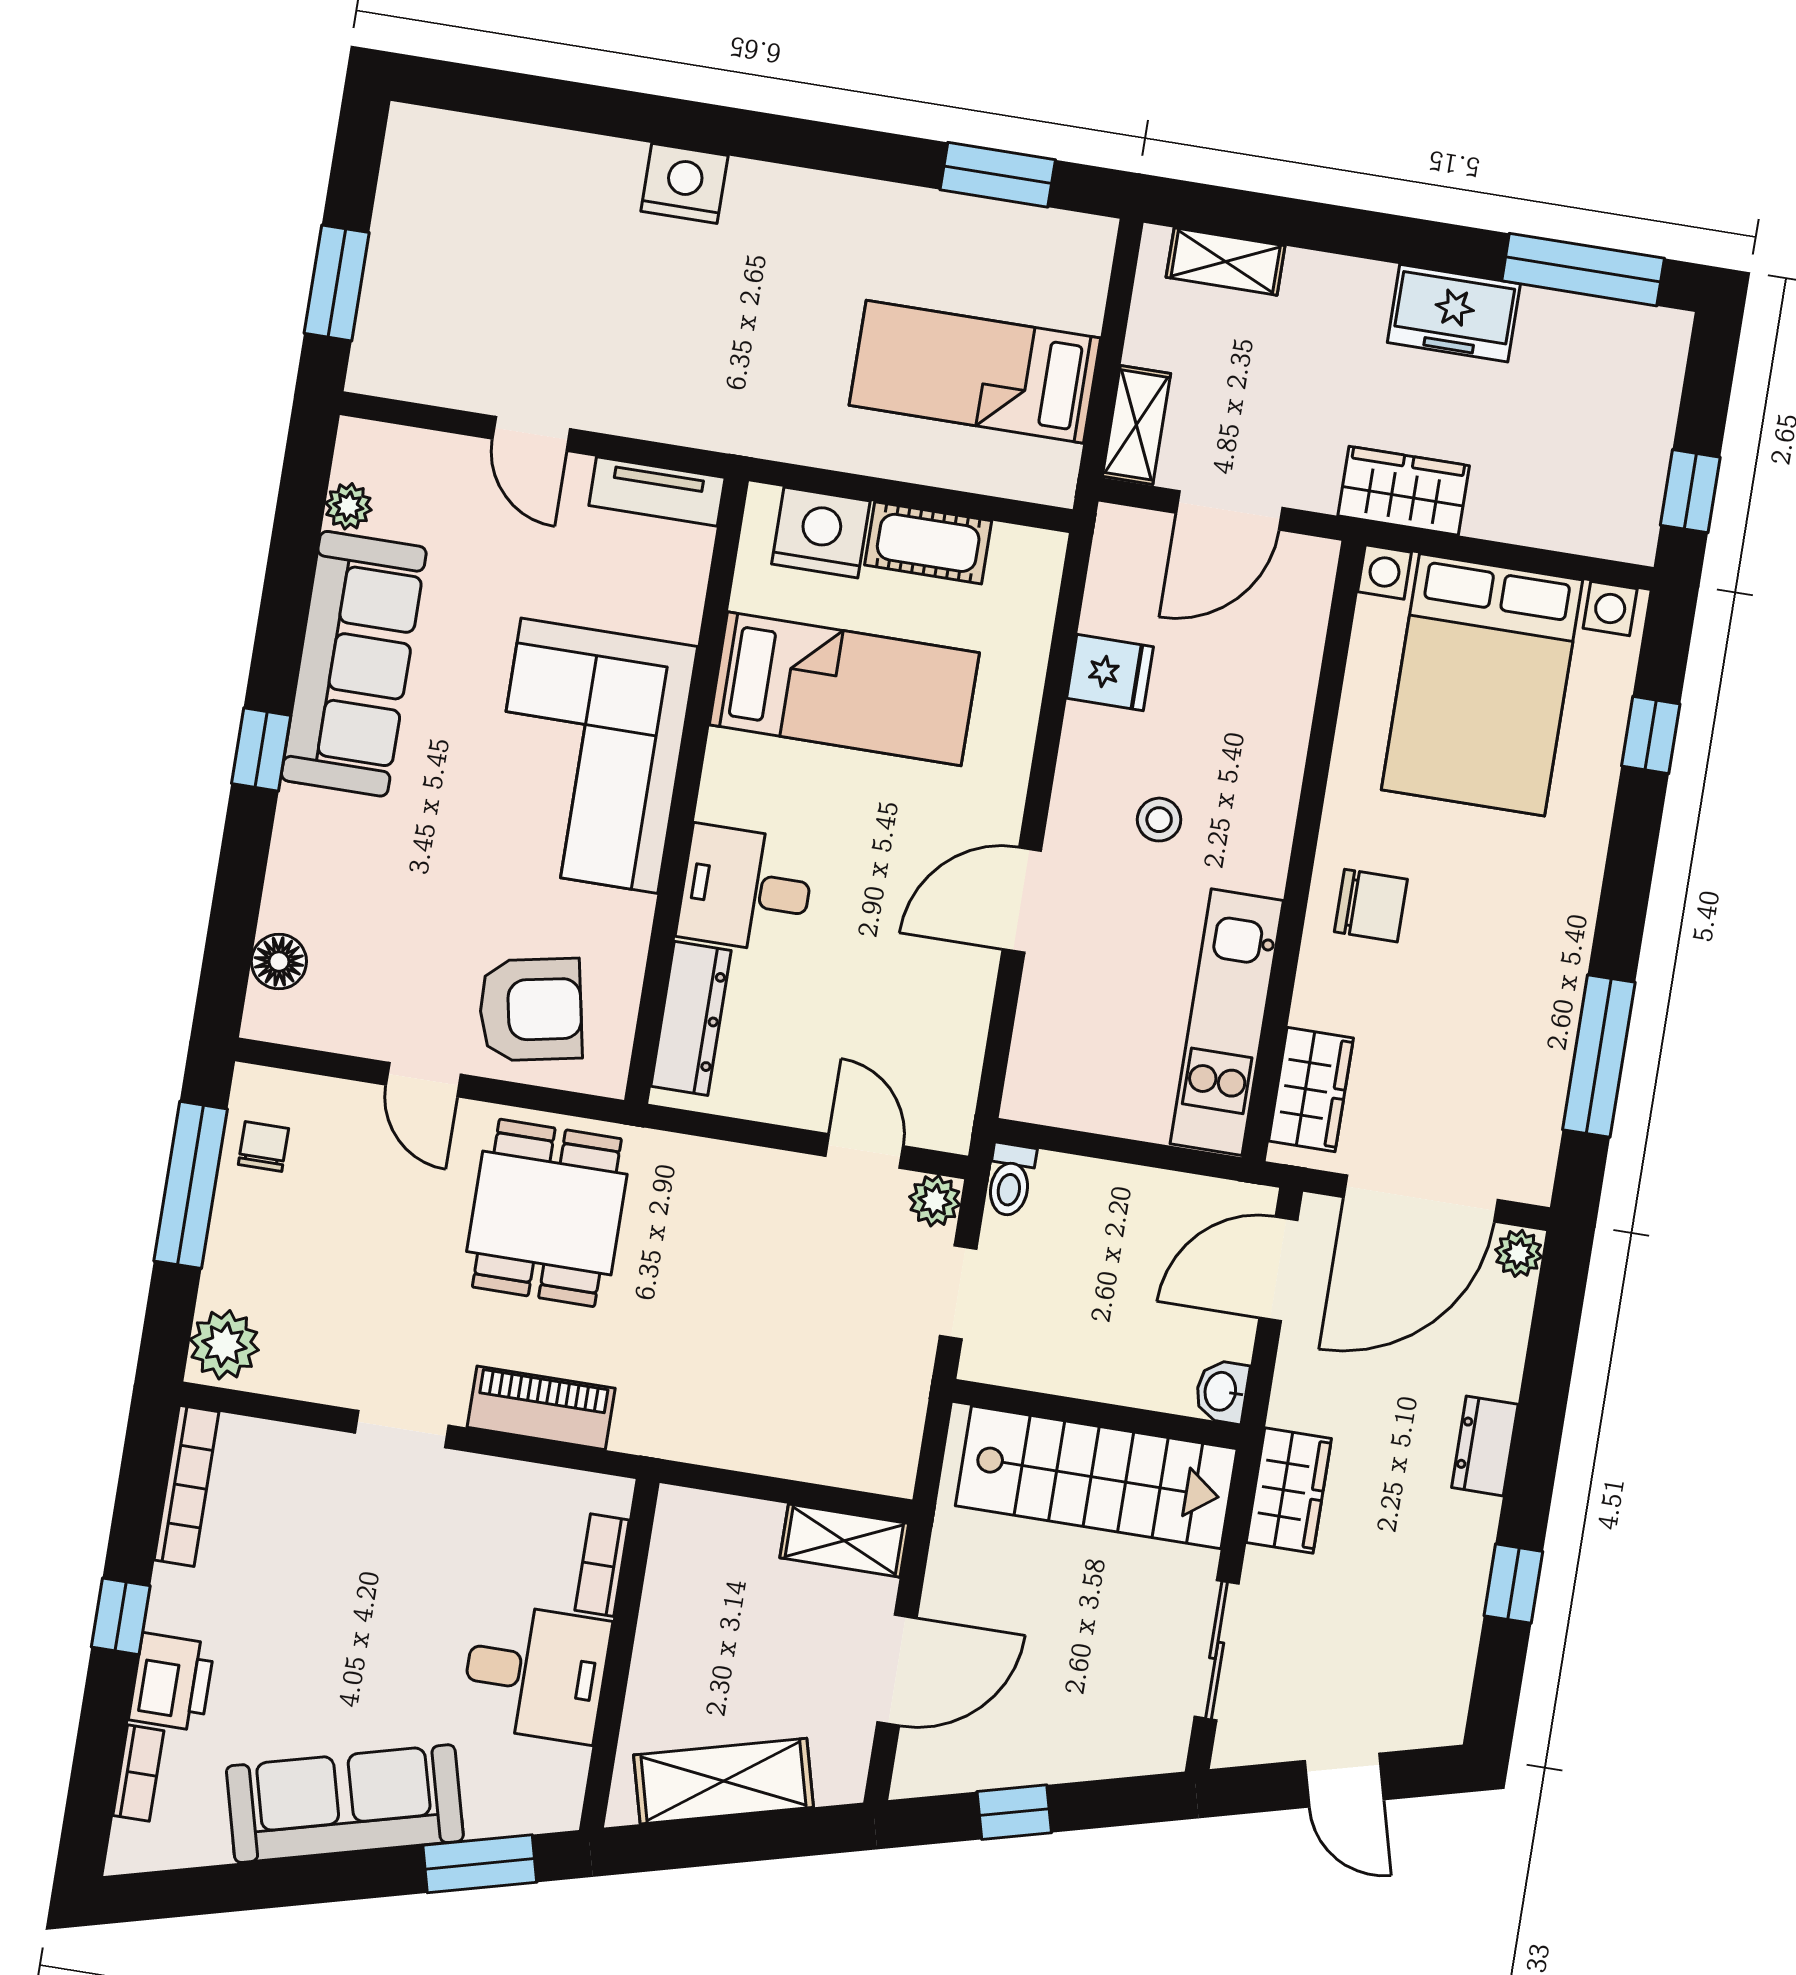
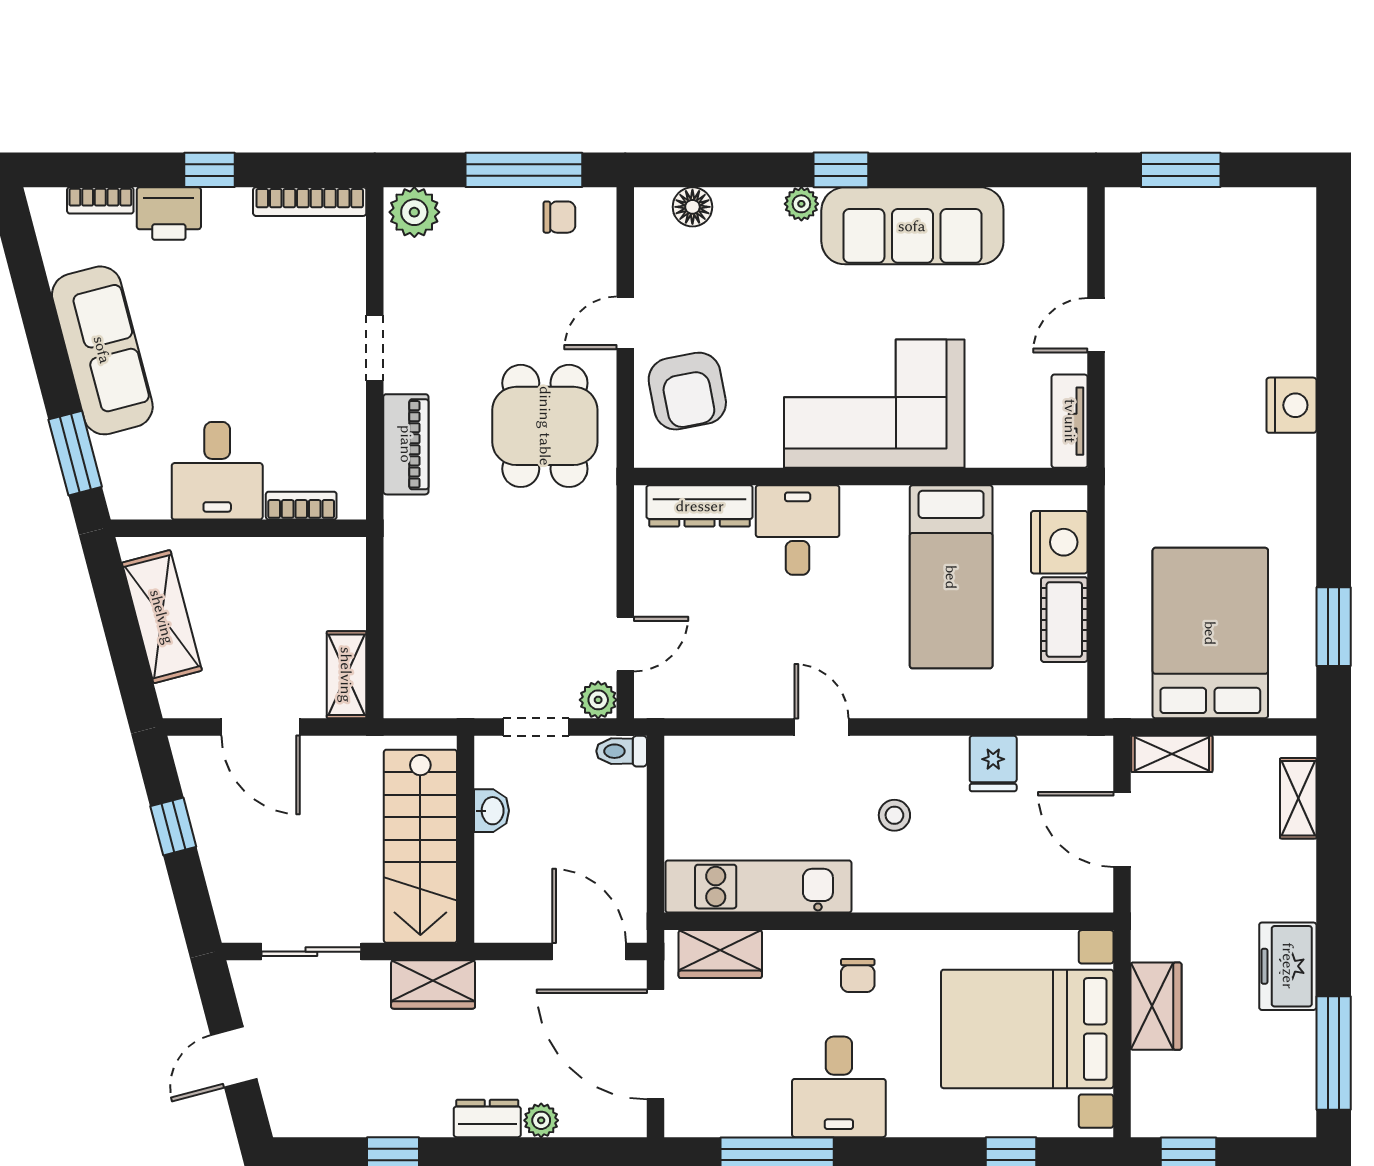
bed: (975, 372) -> (1210, 633), width x1.50
wardrobe: (1404, 491) -> (1156, 1006), moved
plant: (348, 506) -> (801, 204), moved
door: (1022, 900) -> (821, 727), width x0.73
chair: (1371, 906) -> (858, 975), width x0.73, depth x0.73
desk: (1520, 956) -> (839, 1087), added
dining table: (547, 1213) -> (545, 426), turned 90
plant: (1519, 1253) -> (541, 1120), moved
washbasin: (1222, 1392) -> (492, 811), moved, turned 90

